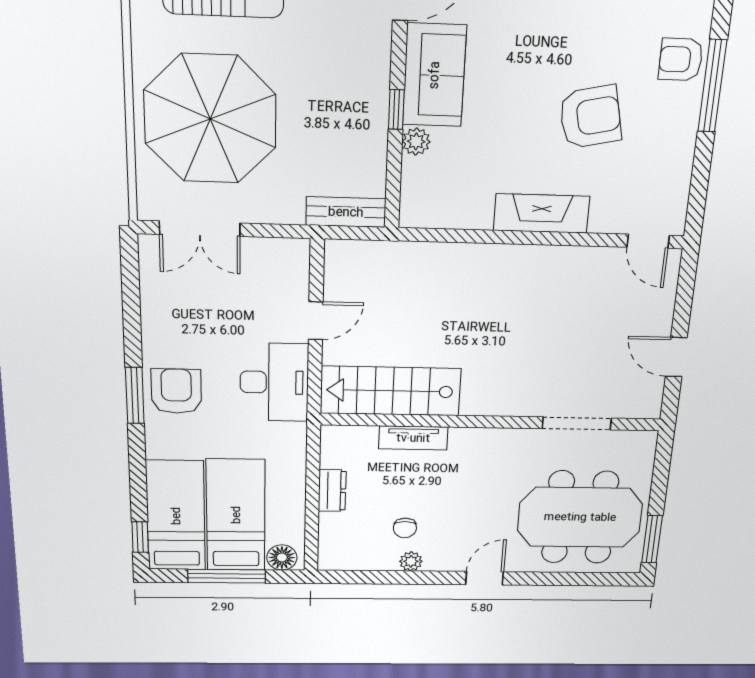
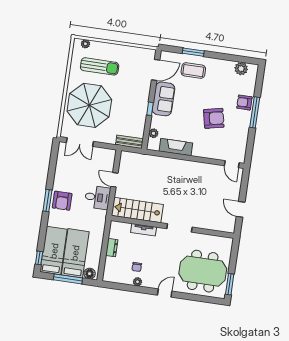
plant: (416, 141) -> (153, 133), moved
fireplace: (541, 213) -> (176, 147), moved
door: (316, 321) -> (114, 180), swing flipped
desk: (274, 382) -> (97, 197), width x0.73
armchair: (176, 391) -> (62, 201), turned 180
doorway: (577, 423) -> (179, 228), moved

